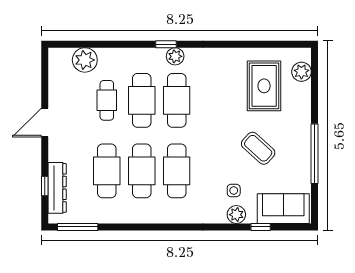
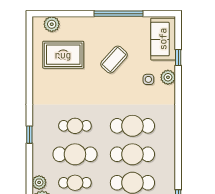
plant: (175, 56) -> (39, 182), moved
cafe table: (177, 100) -> (75, 126), width x0.73, depth x0.74

